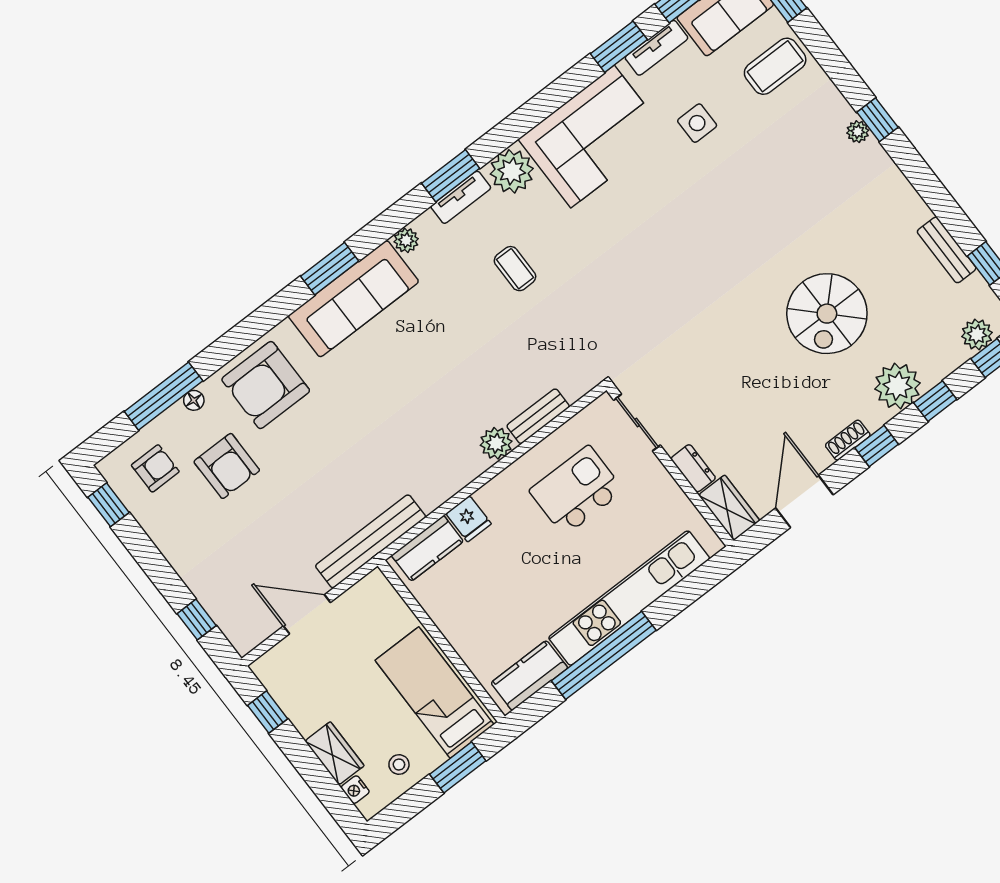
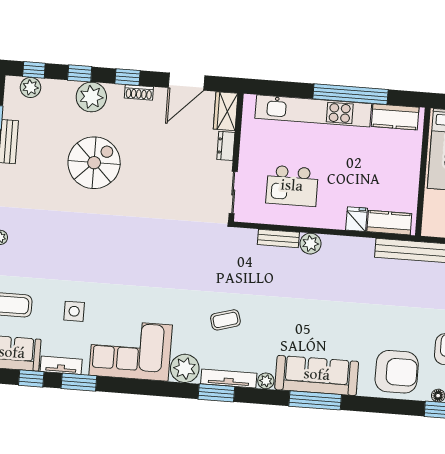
tv unit: (461, 197) -> (229, 379), width x1.41
window: (330, 269) -> (315, 400), width x1.44
coffee table: (515, 269) -> (225, 320), turned 74

